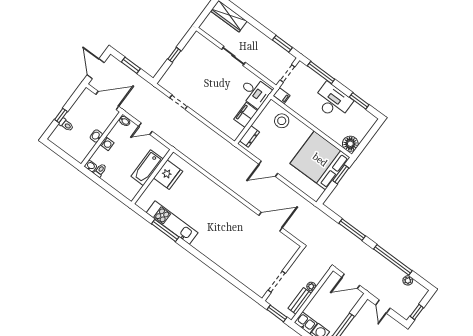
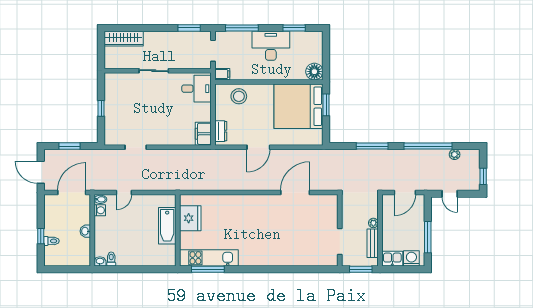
filing cabinet: (246, 115) -> (203, 134), moved
washing machine: (107, 144) -> (100, 210), moved
bathtub: (147, 168) -> (167, 226), moved
fridge: (168, 175) -> (190, 218), moved
wall: (152, 177) -> (178, 230), moved

